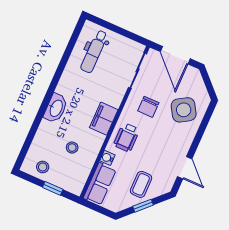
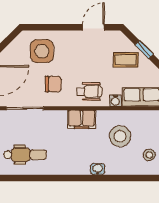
washbasin: (56, 108) -> (98, 169), width x0.52, depth x0.69
side table: (184, 110) -> (42, 51), turned 32
stool: (72, 148) -> (120, 136), width x1.89, depth x1.89

